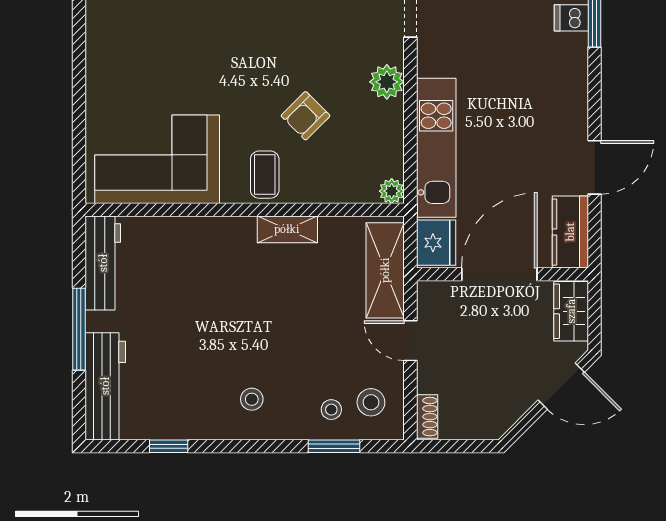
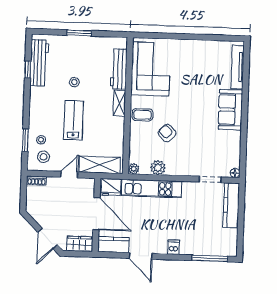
dishwasher: (571, 18) -> (174, 247), moved
plant: (387, 82) -> (158, 168), moved
shelving: (287, 229) -> (119, 103), moved
workbench: (103, 263) -> (119, 69), moved, turned 90
window: (79, 329) -> (79, 33), width x0.69
lab bench: (283, 335) -> (74, 120), added
workbench: (105, 386) -> (39, 63), moved, turned -90
stool: (252, 399) -> (74, 82), moved

